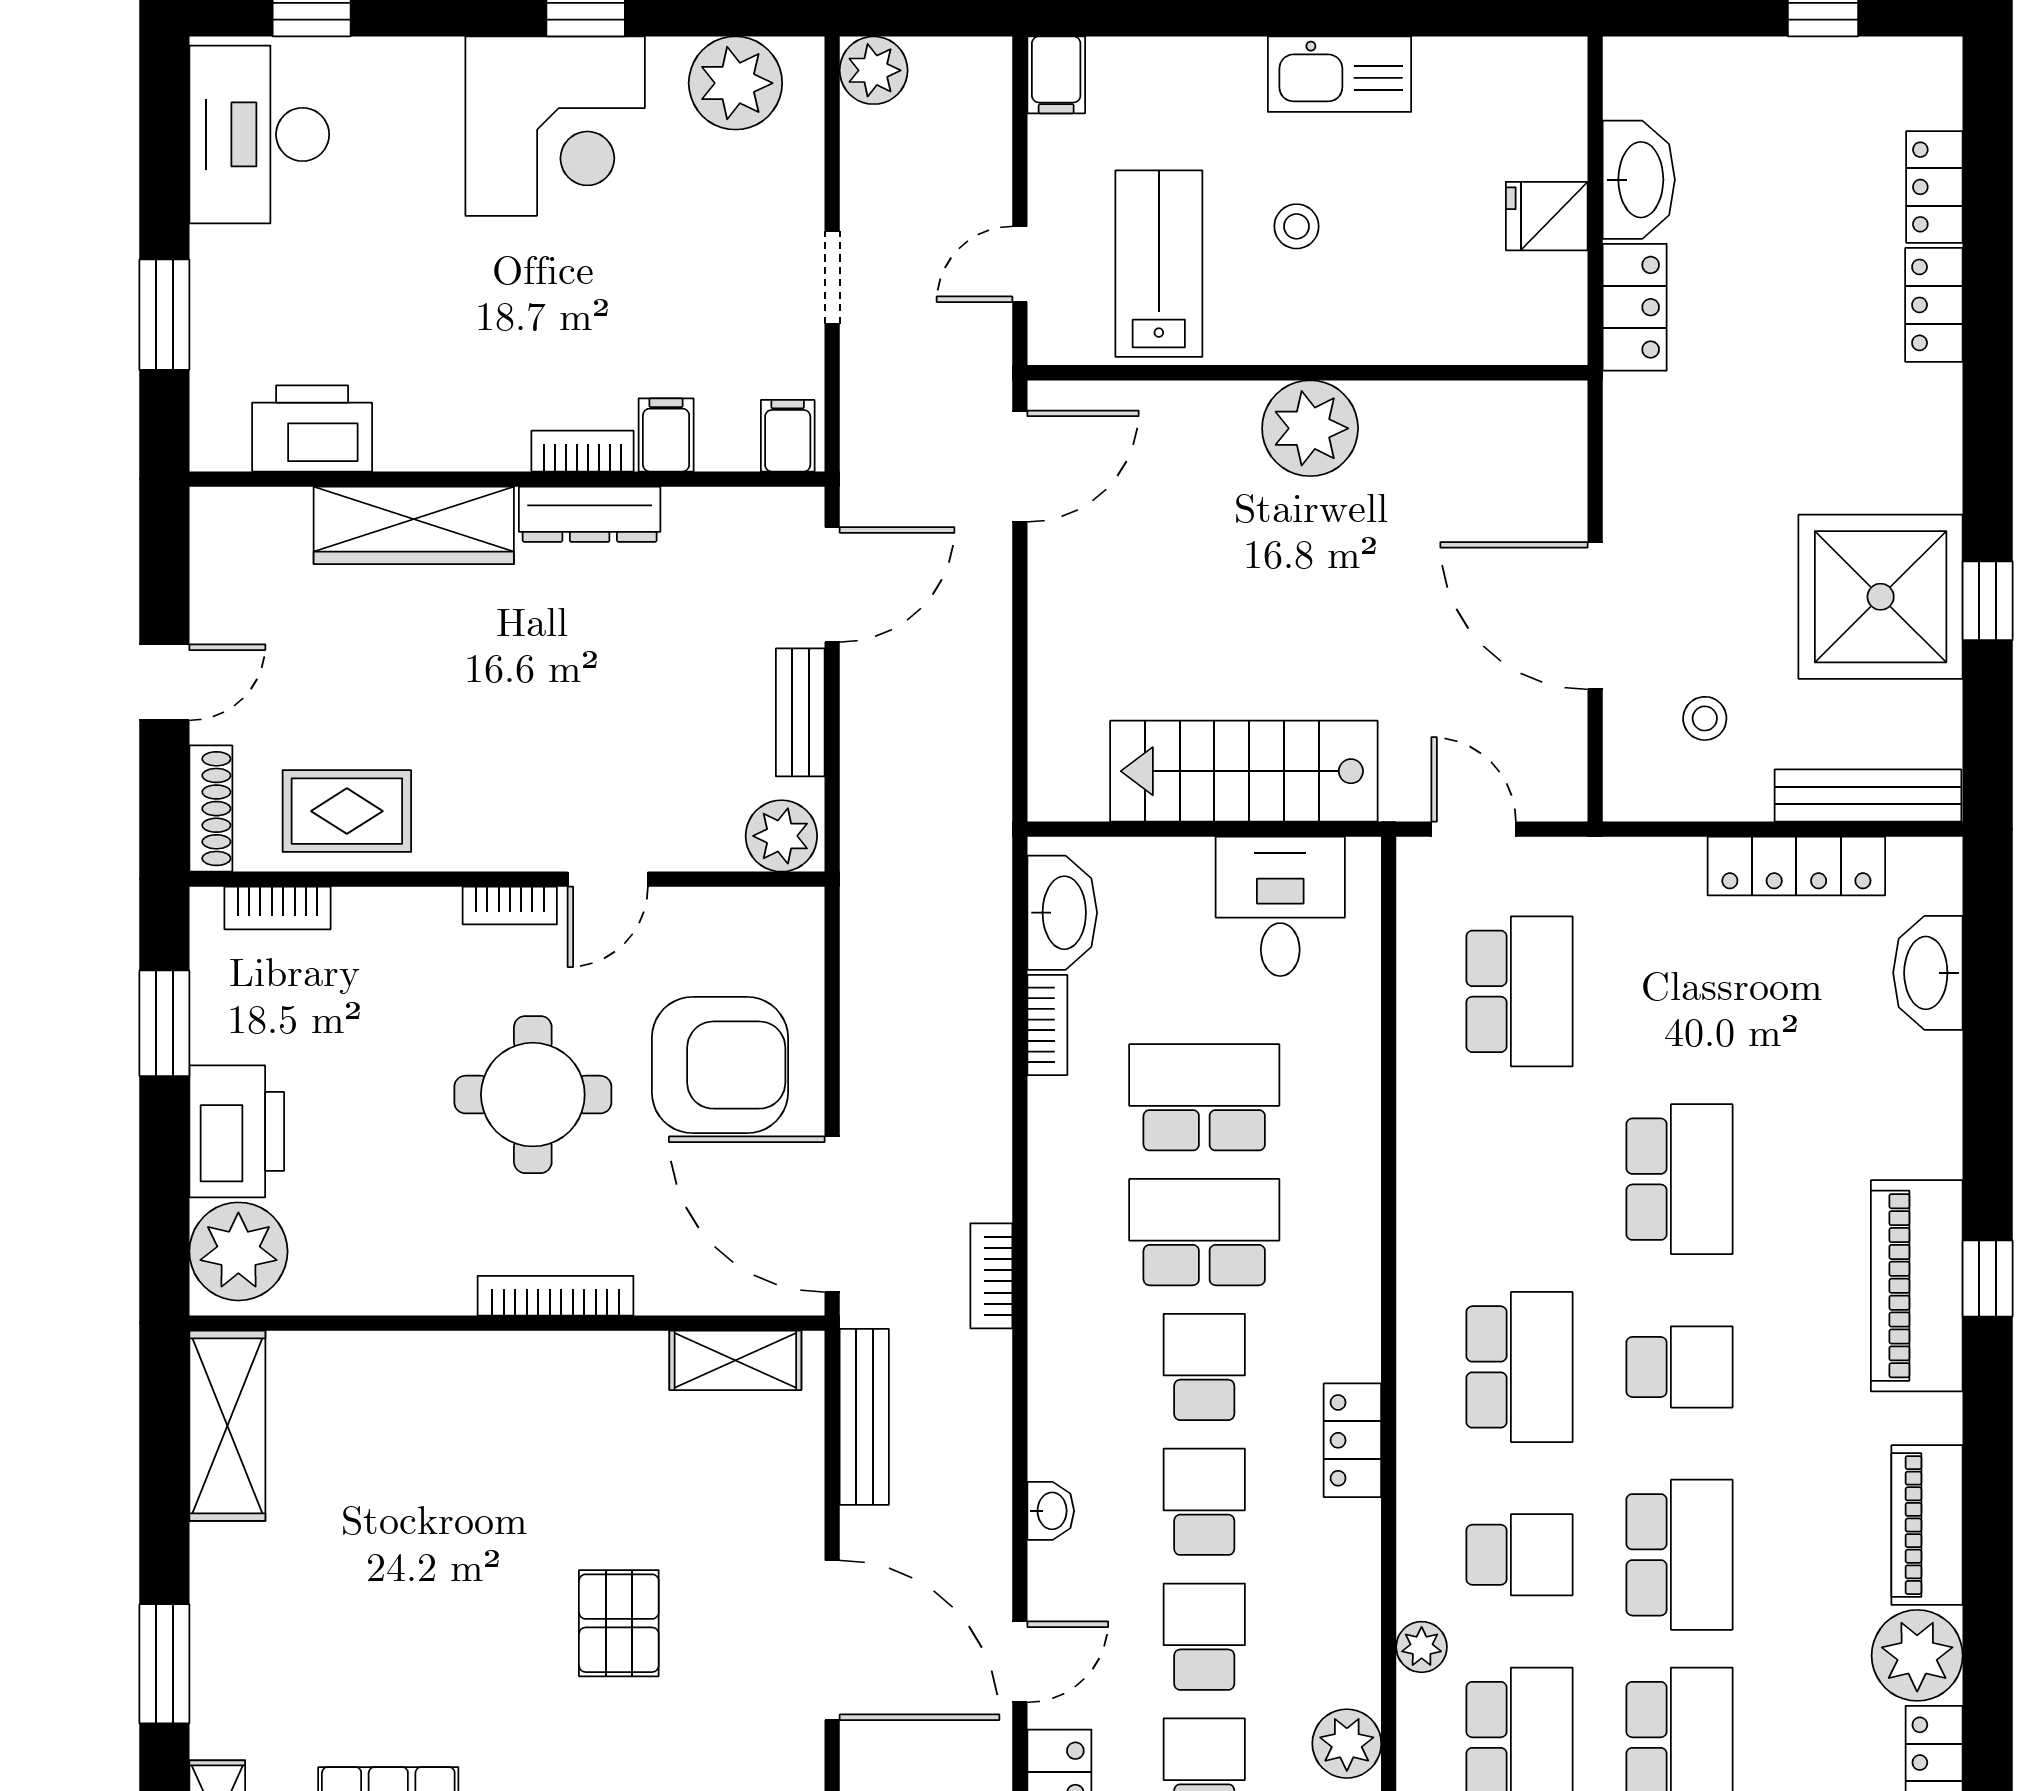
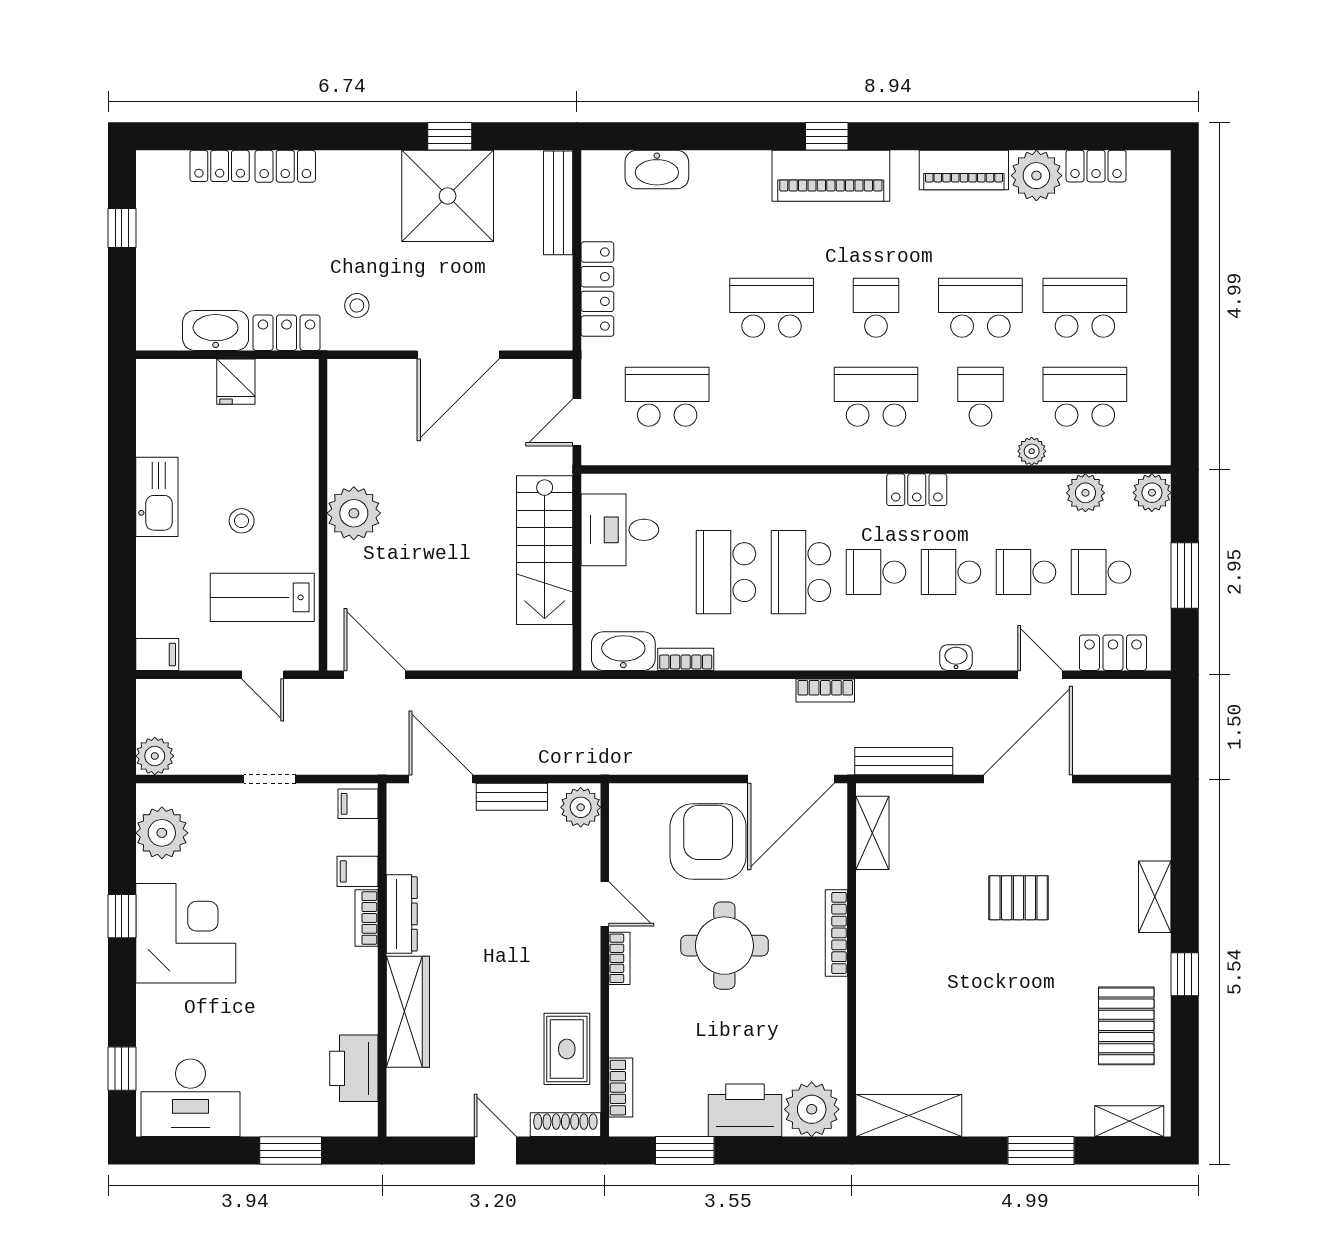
stool: (1705, 718) -> (357, 305), moved
locker: (1796, 866) -> (597, 289), moved

